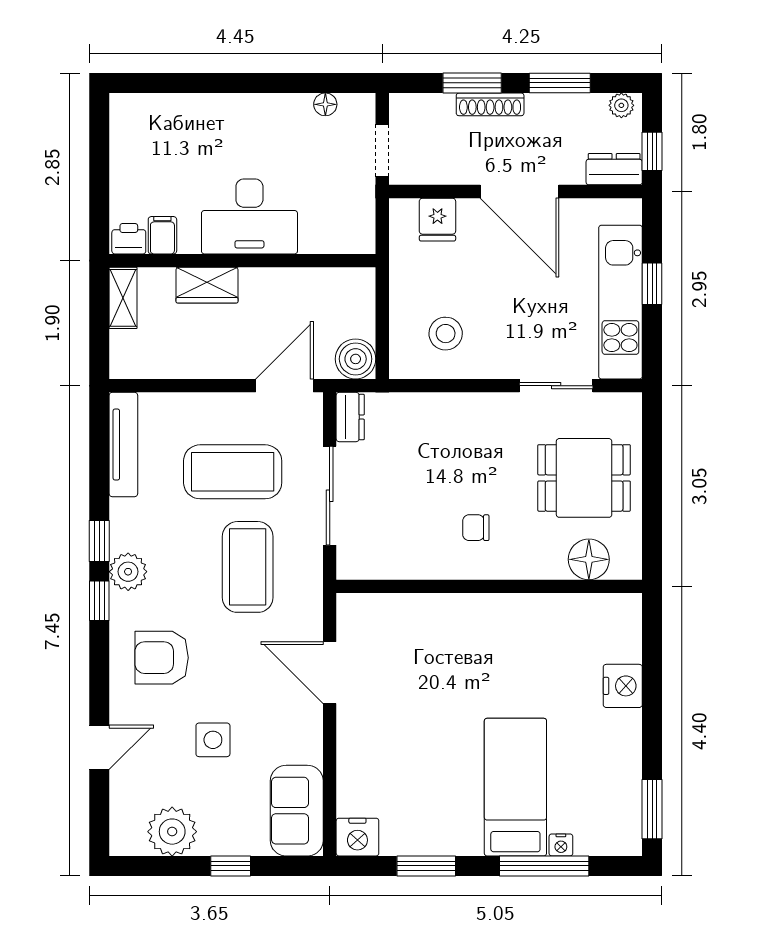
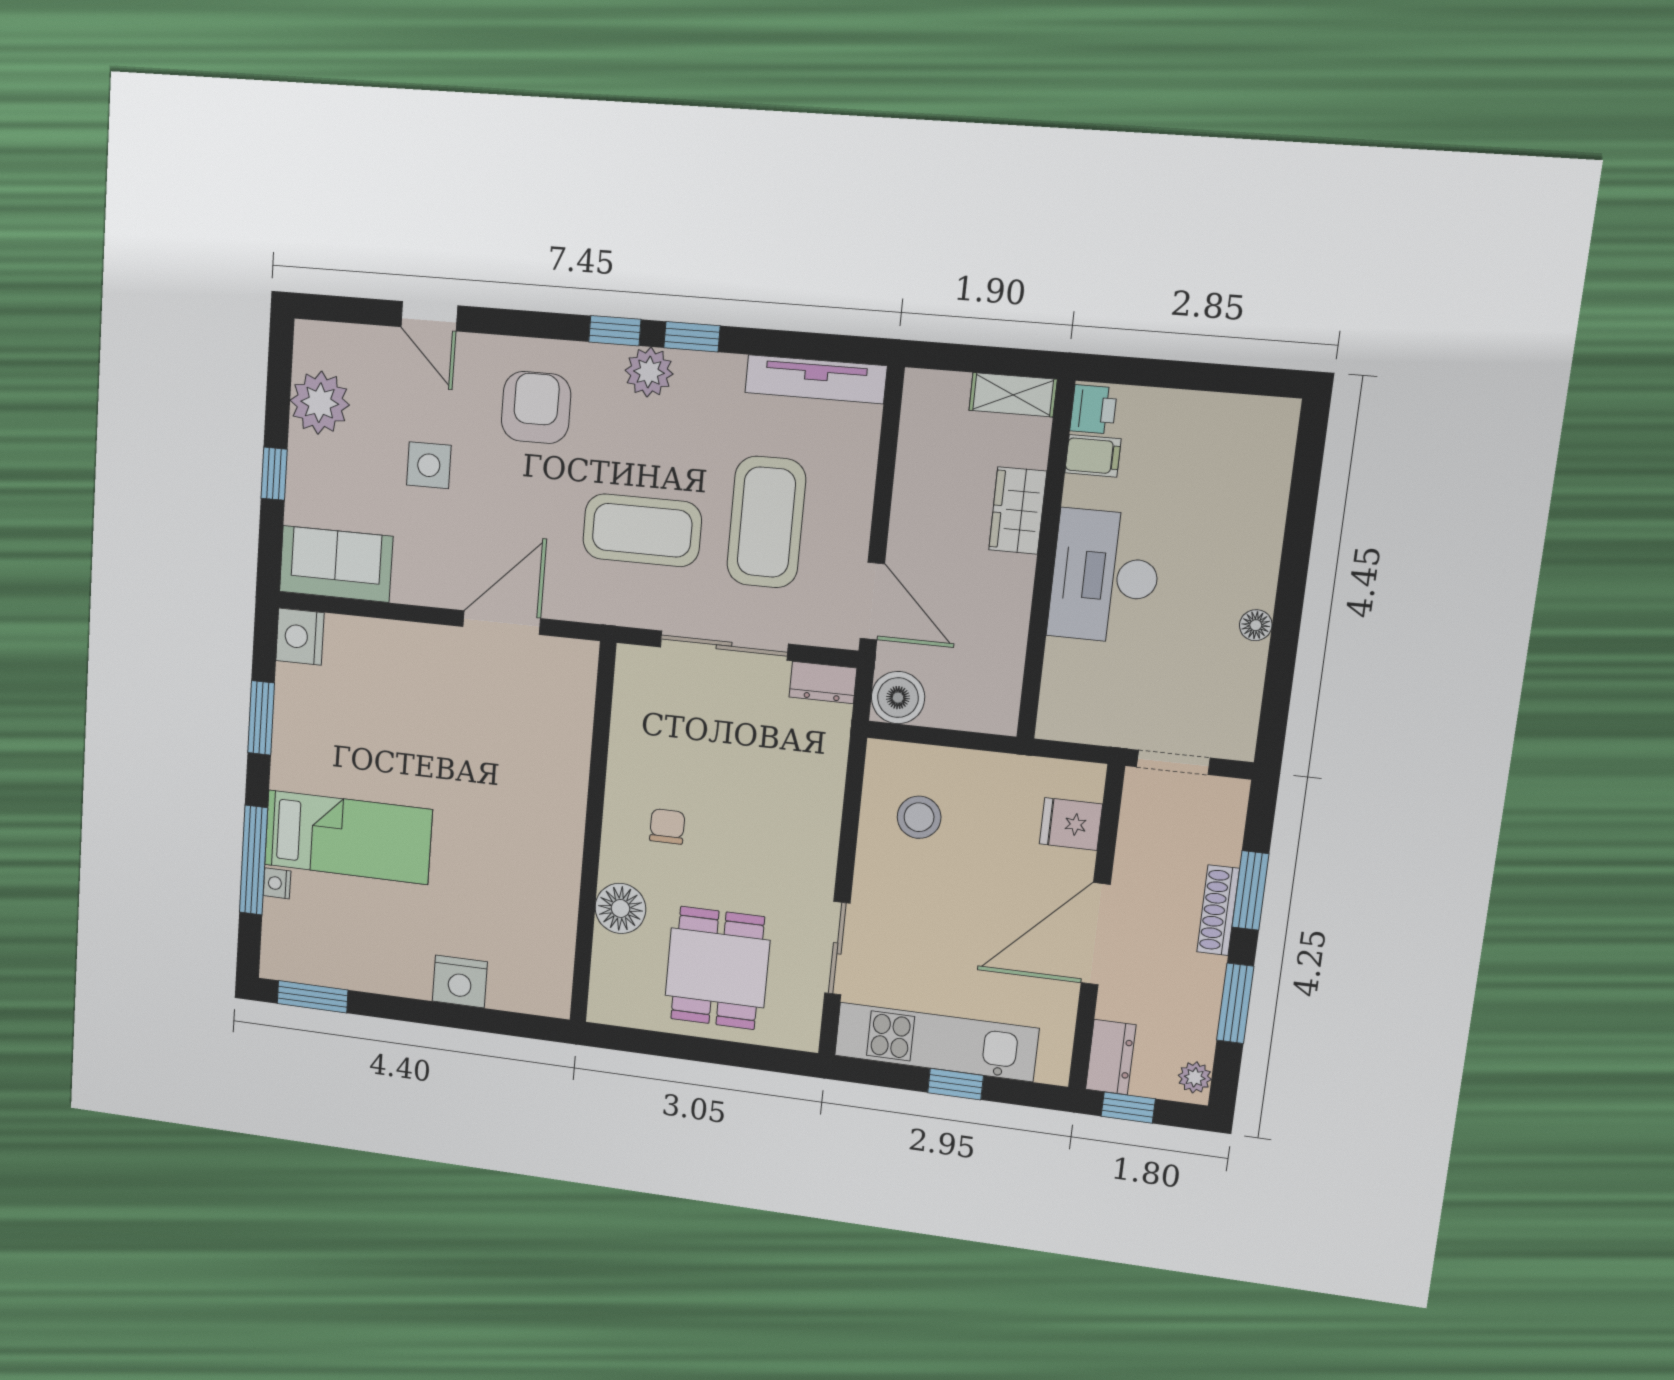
floor lamp: (325, 104) -> (1256, 625), moved
floor lamp: (589, 559) -> (620, 908), moved

